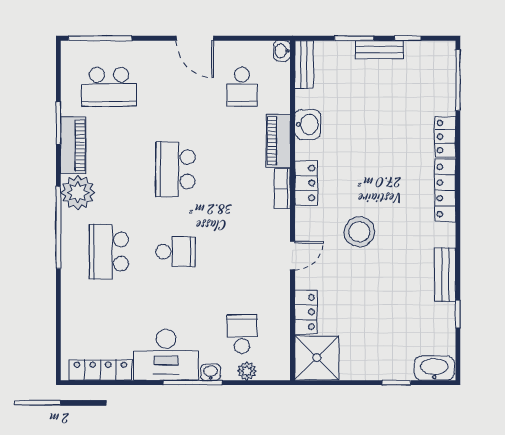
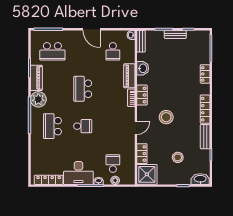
locker: (445, 190) -> (205, 109), moved
stool: (385, 320) -> (178, 157), added

